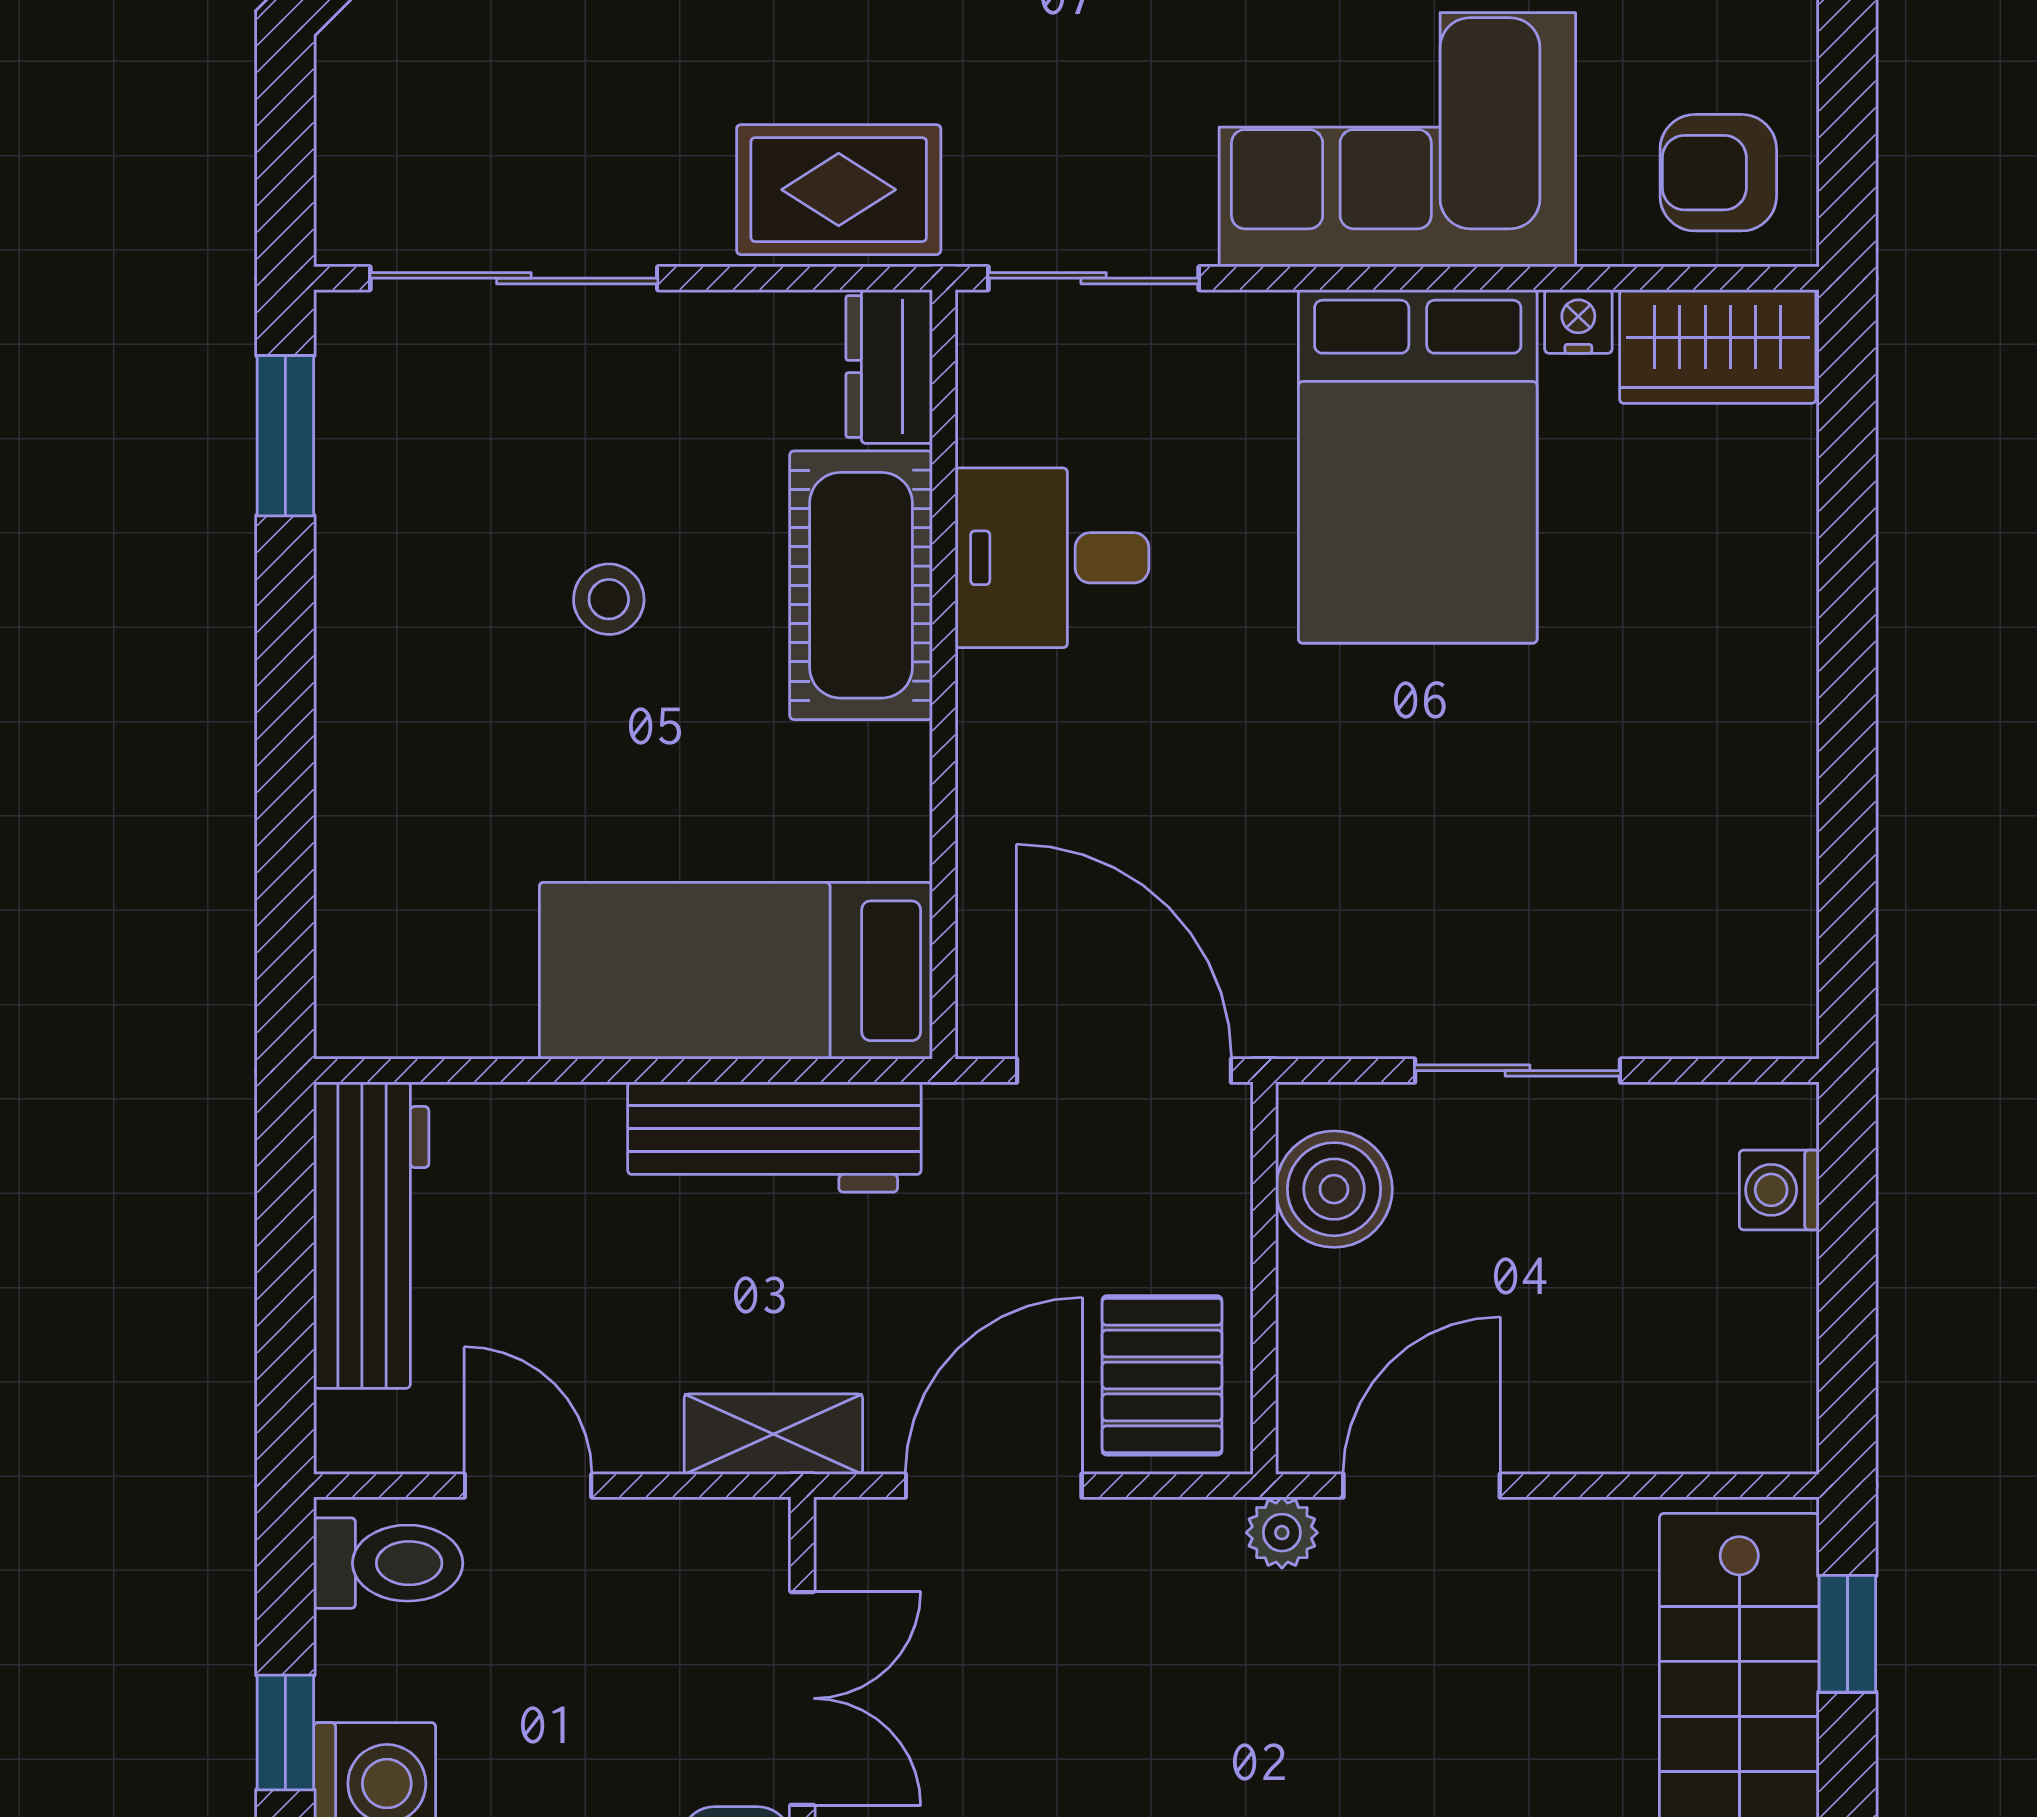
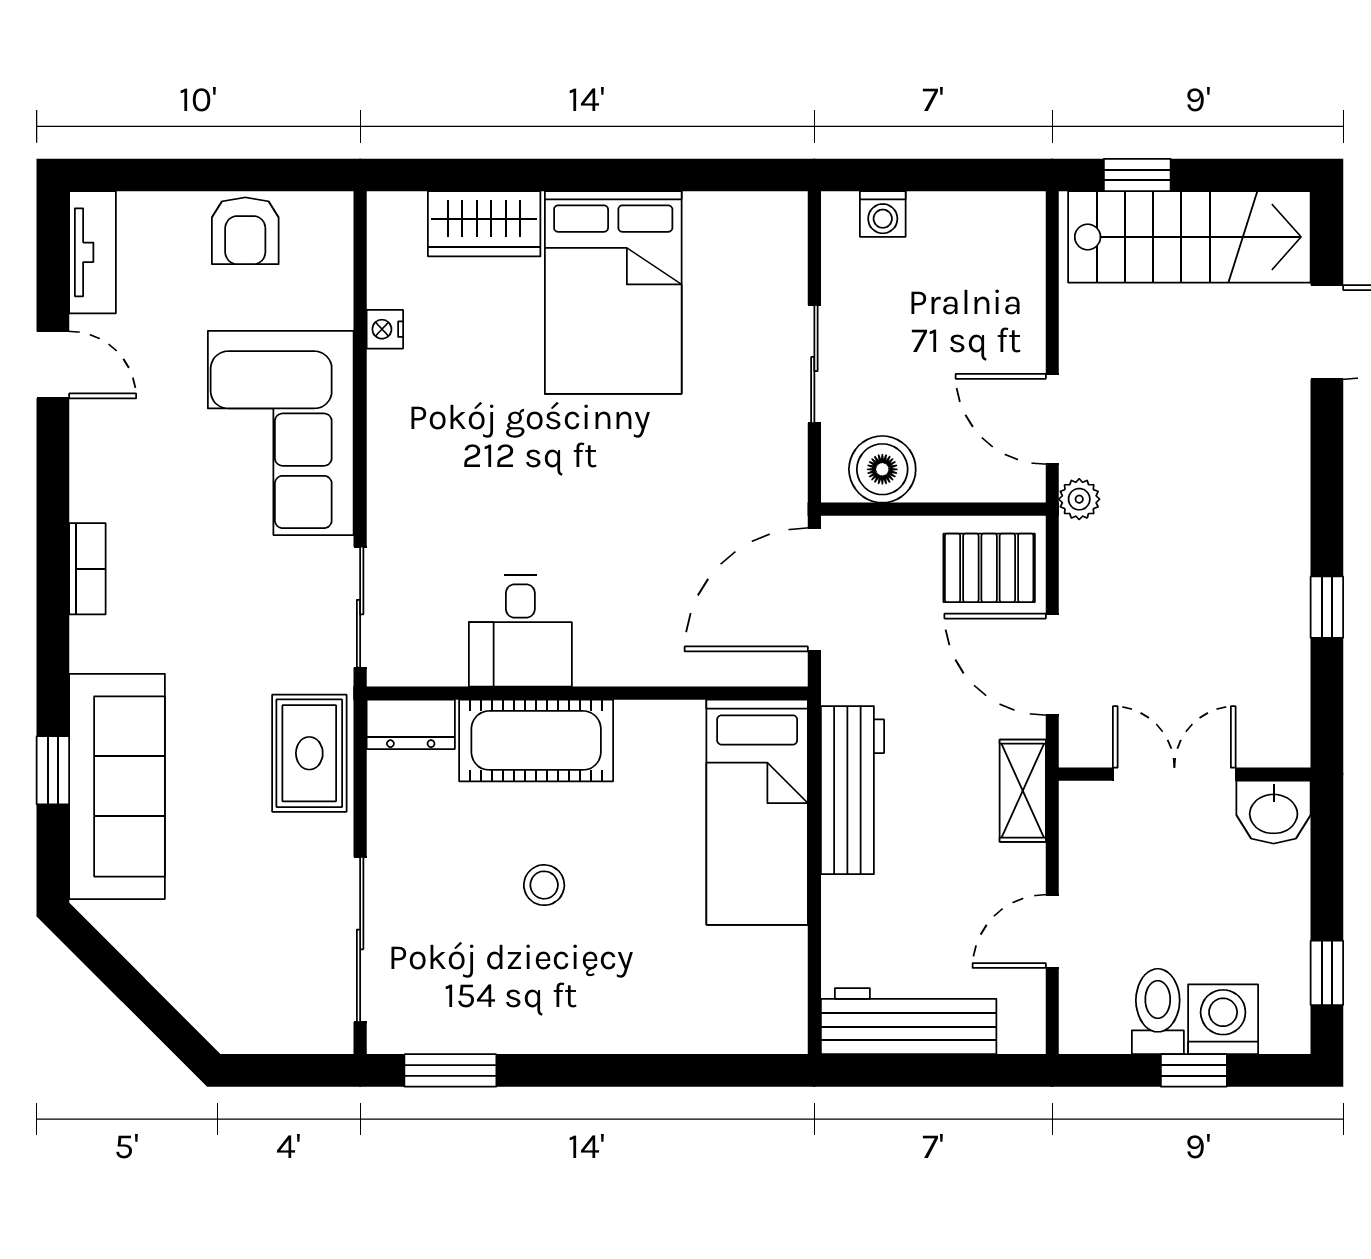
armchair: (1718, 173) -> (245, 231), moved
wardrobe: (1718, 346) -> (484, 224), moved, turned 90
bed: (1418, 466) -> (613, 293), moved, turned 90
toilet: (388, 1563) -> (1158, 1011), moved

